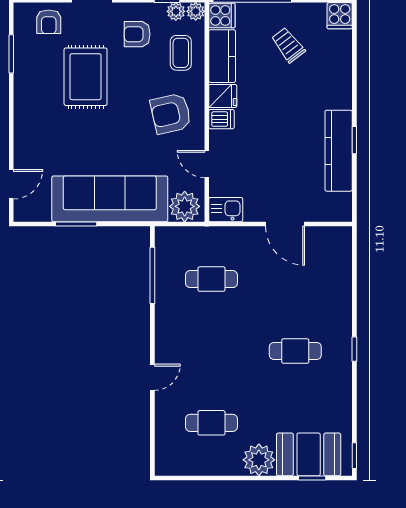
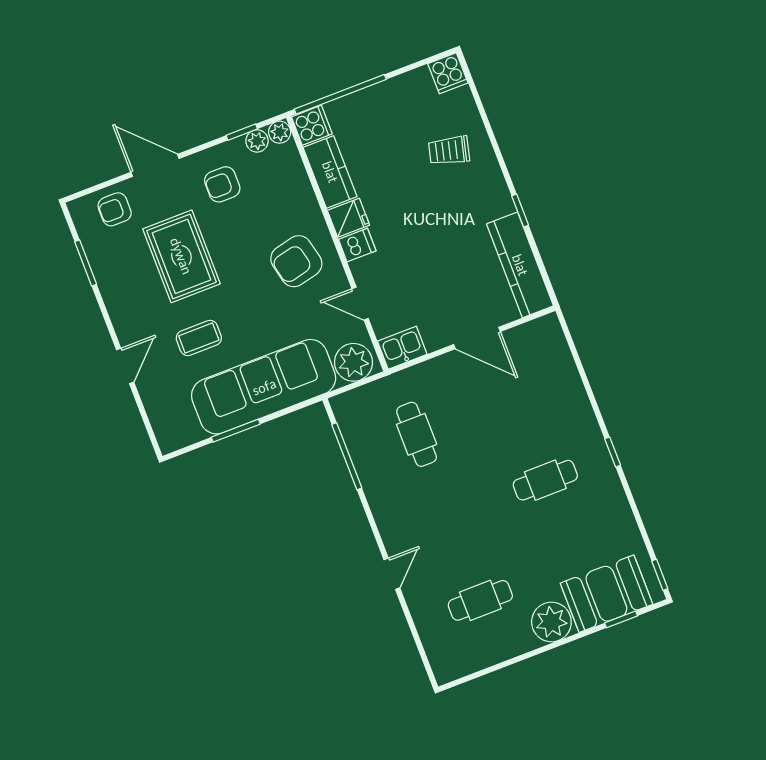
armchair: (49, 22) -> (115, 209), turned 90
trolley: (288, 45) -> (449, 151), moved, turned -38
coffee table: (181, 53) -> (199, 338), moved, turned 90
kitchen counter: (339, 151) -> (520, 265), moved
door: (11, 184) -> (125, 366), moved
cafe table: (211, 279) -> (417, 434), turned 90

